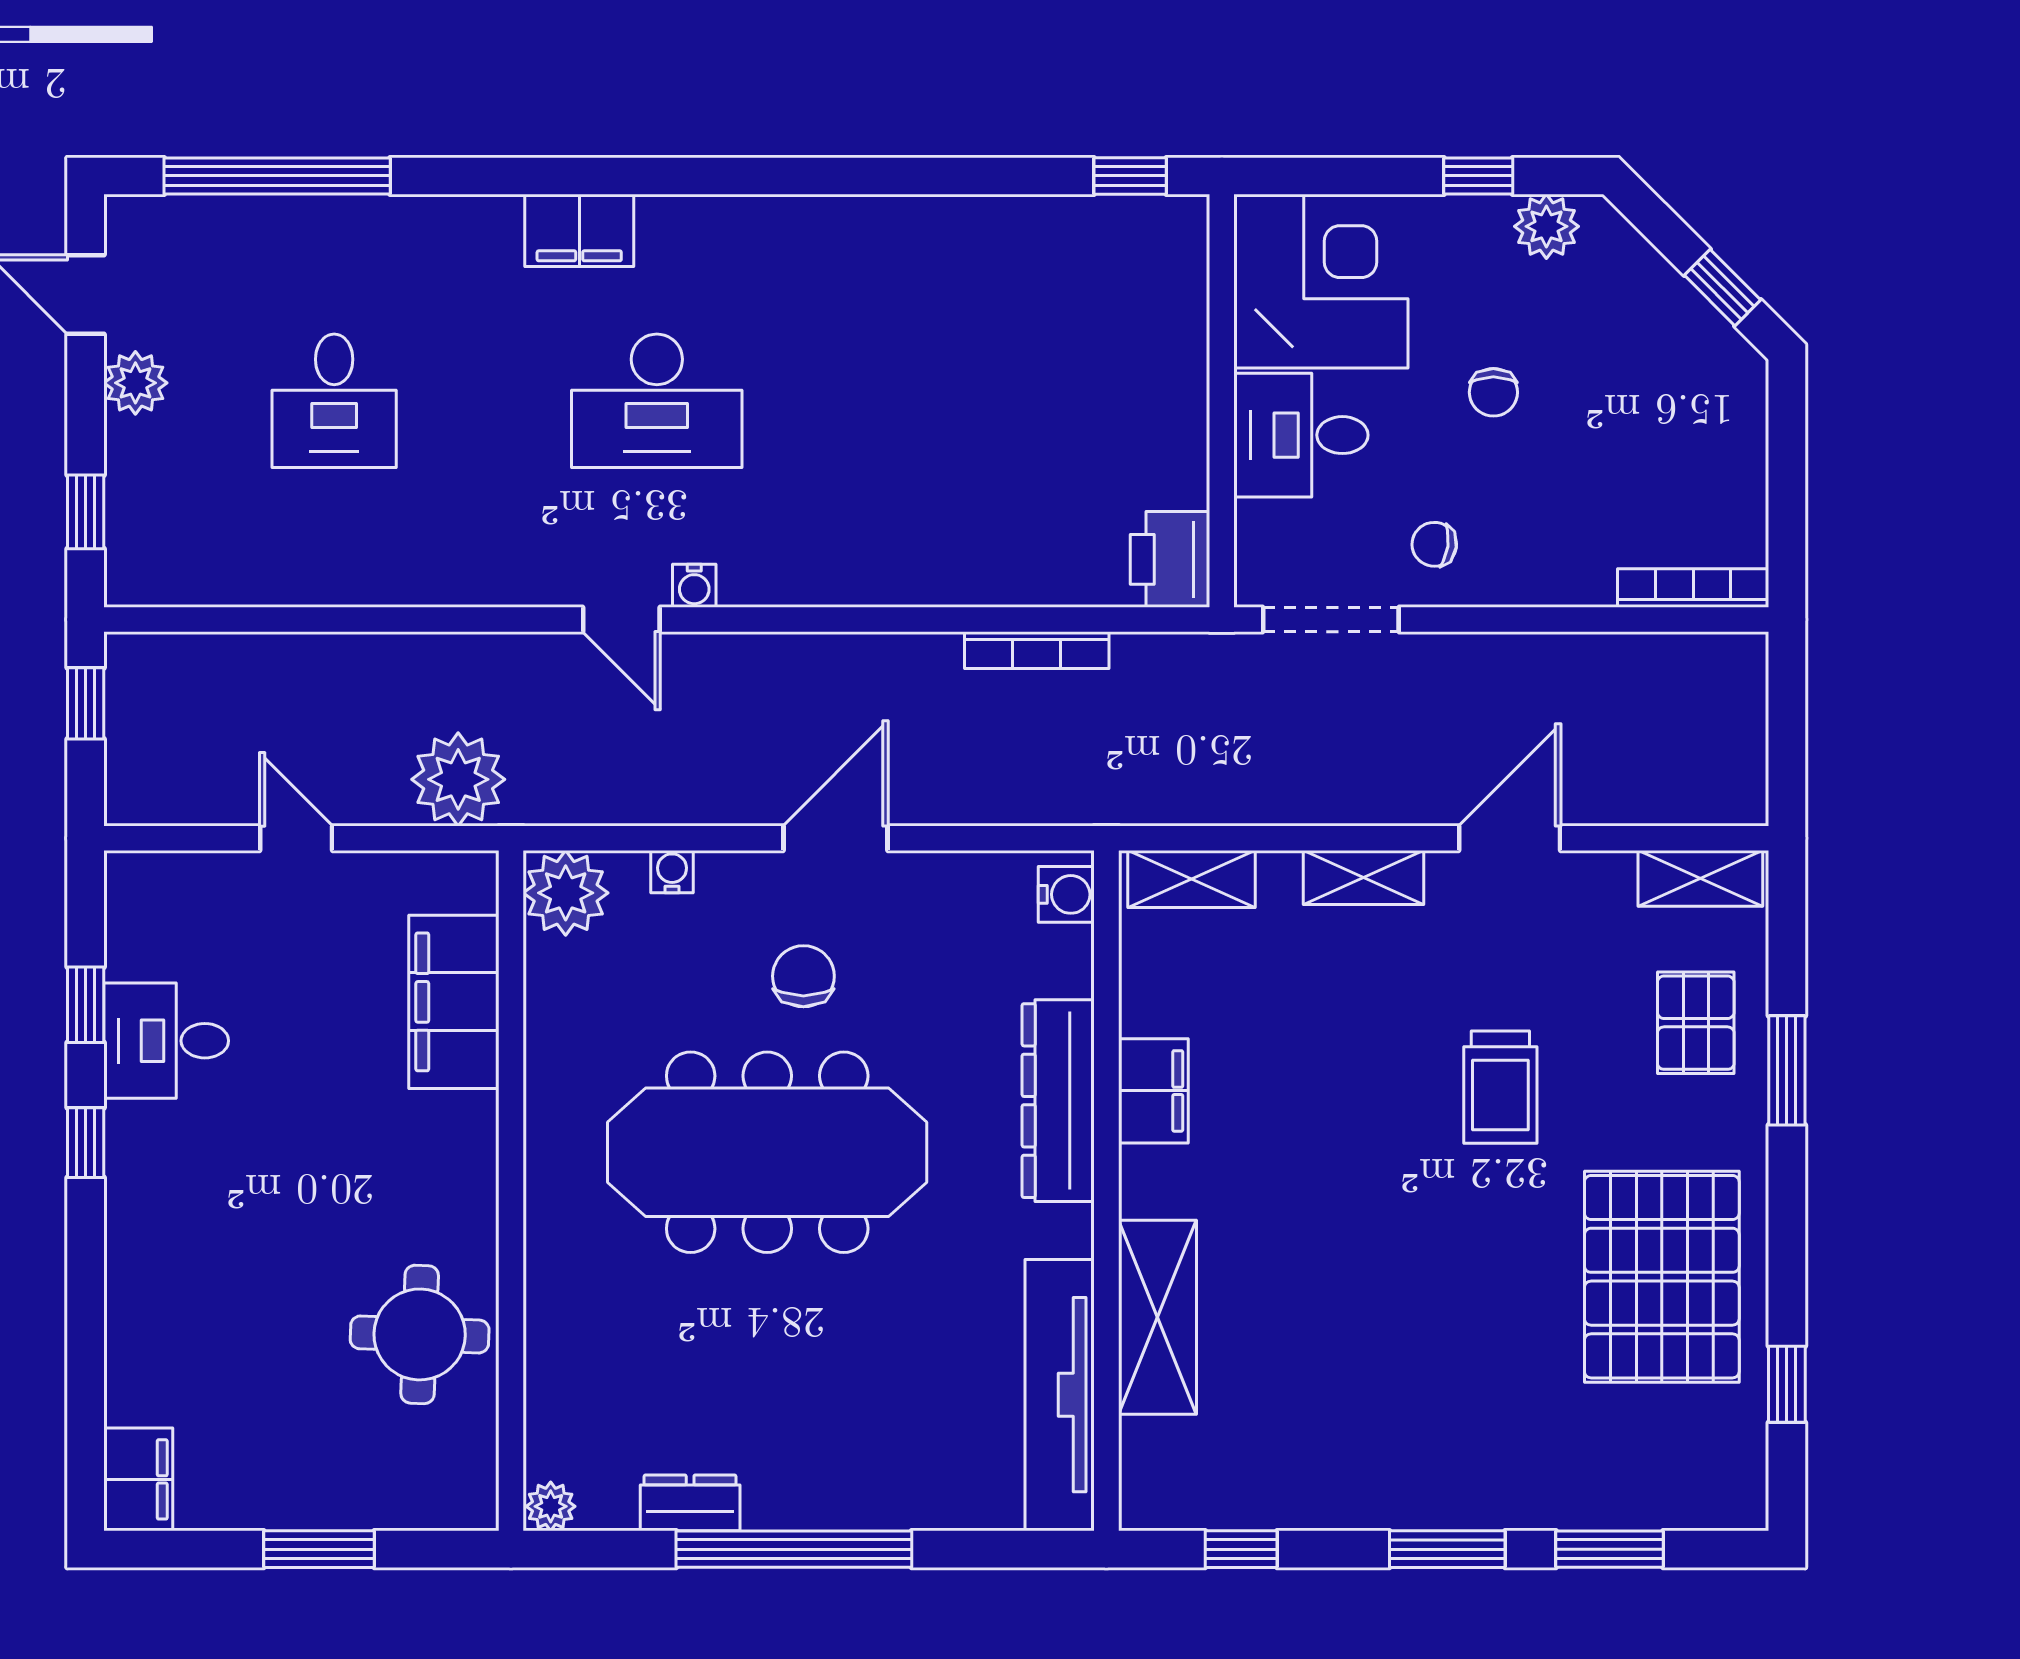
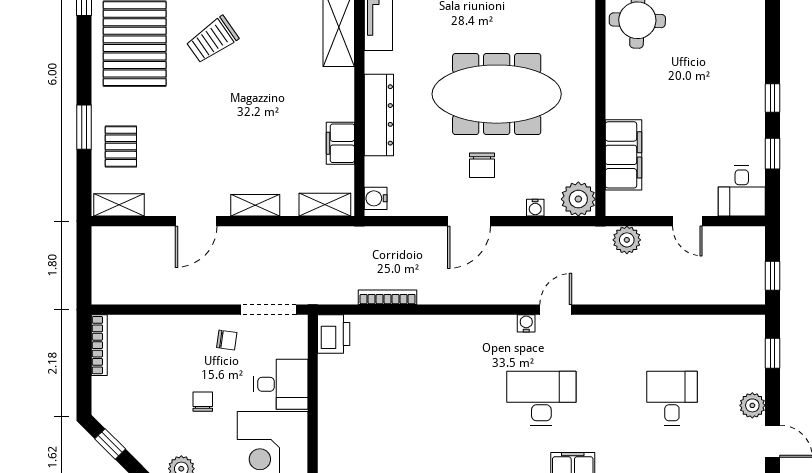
bookcase: (1693, 588) -> (99, 345), moved, turned -90
door: (621, 620) -> (556, 310), hinge flipped
plant: (458, 779) -> (627, 240), width x0.73, depth x0.73
desk: (166, 1041) -> (742, 191), moved, turned 90
trolley: (1500, 1087) -> (212, 40), moved, turned -125
filing cabinet: (1153, 1091) -> (340, 143), moved

